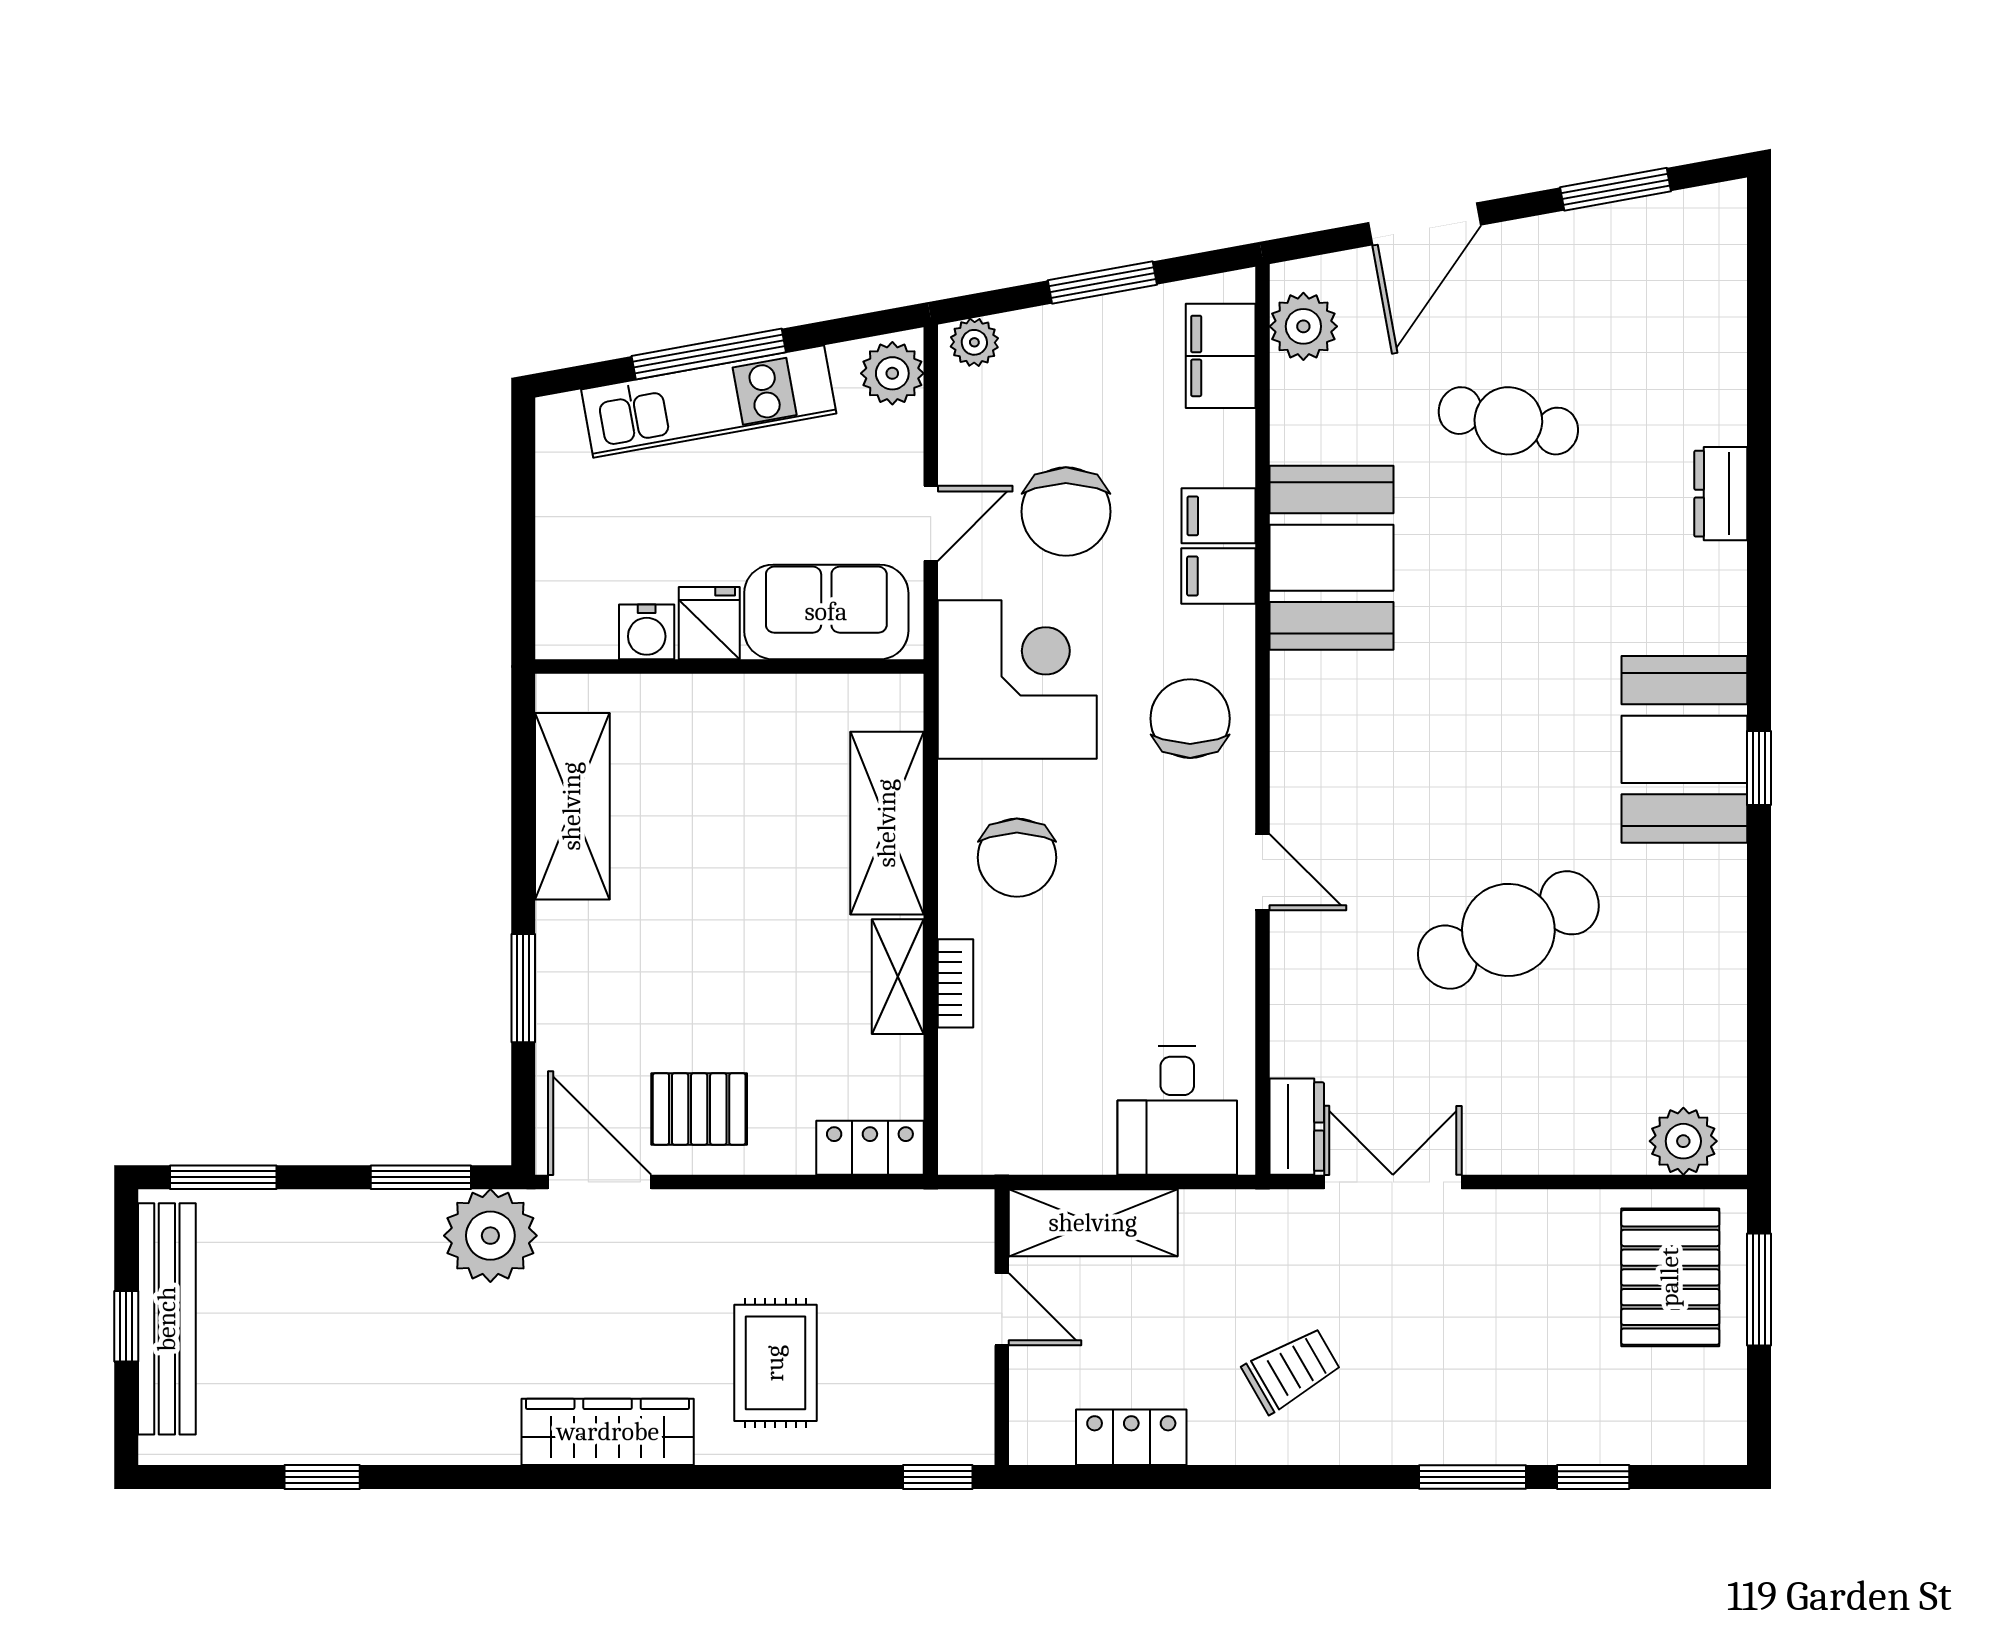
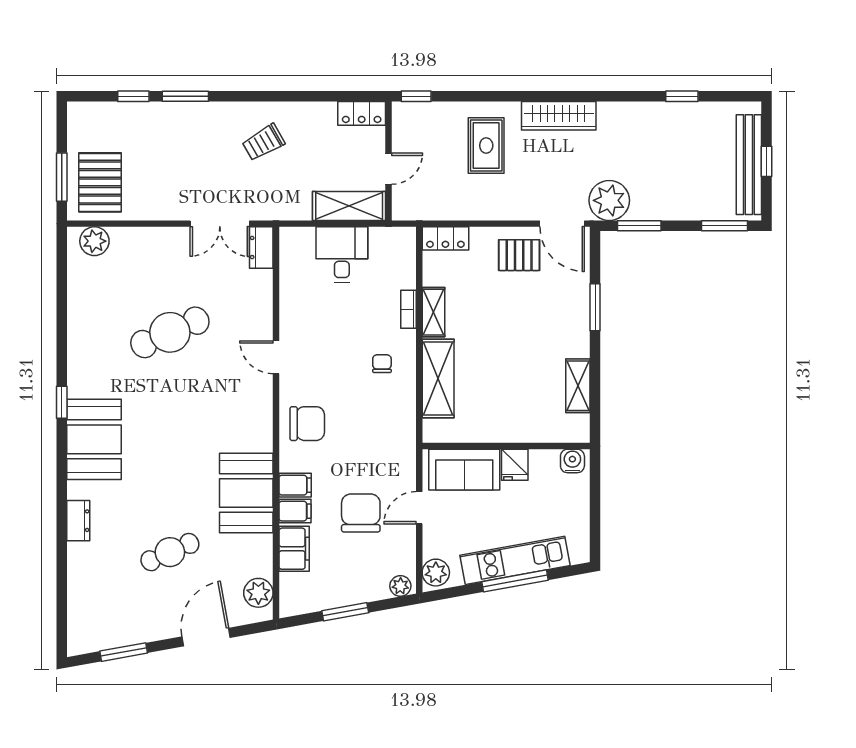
filing cabinet: (1221, 356) -> (294, 549), moved
cafe table: (1508, 421) -> (170, 552), turned -36
water cooler: (647, 632) -> (572, 461), moved
corner desk: (1017, 679) -> (382, 440), removed
chair: (1190, 719) -> (307, 424), turned -90
booth: (1684, 749) -> (94, 439), moved
shelving: (572, 806) -> (578, 386), width x0.67, depth x0.75
chair: (1017, 858) -> (382, 364), width x0.54, depth x0.54
desk: (1177, 1111) -> (342, 254), moved
door: (1002, 1309) -> (389, 169), swing flipped
locker: (1131, 1437) -> (362, 113), moved

